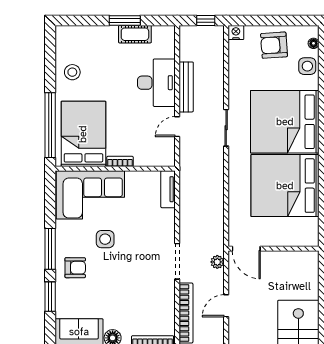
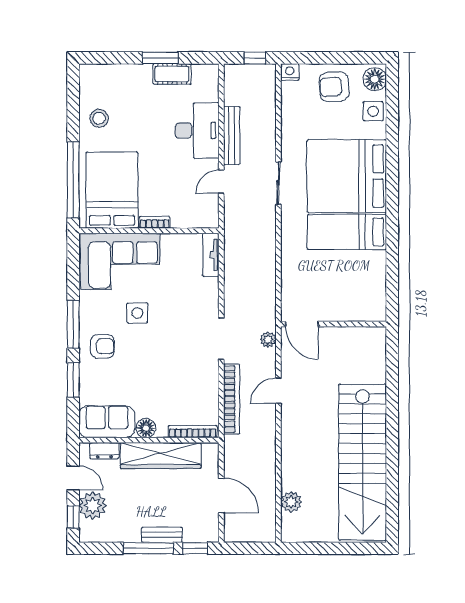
floor lamp: (314, 43) -> (375, 79), width x1.89, depth x1.89
bed: (285, 186) -> (347, 232), width x0.49

